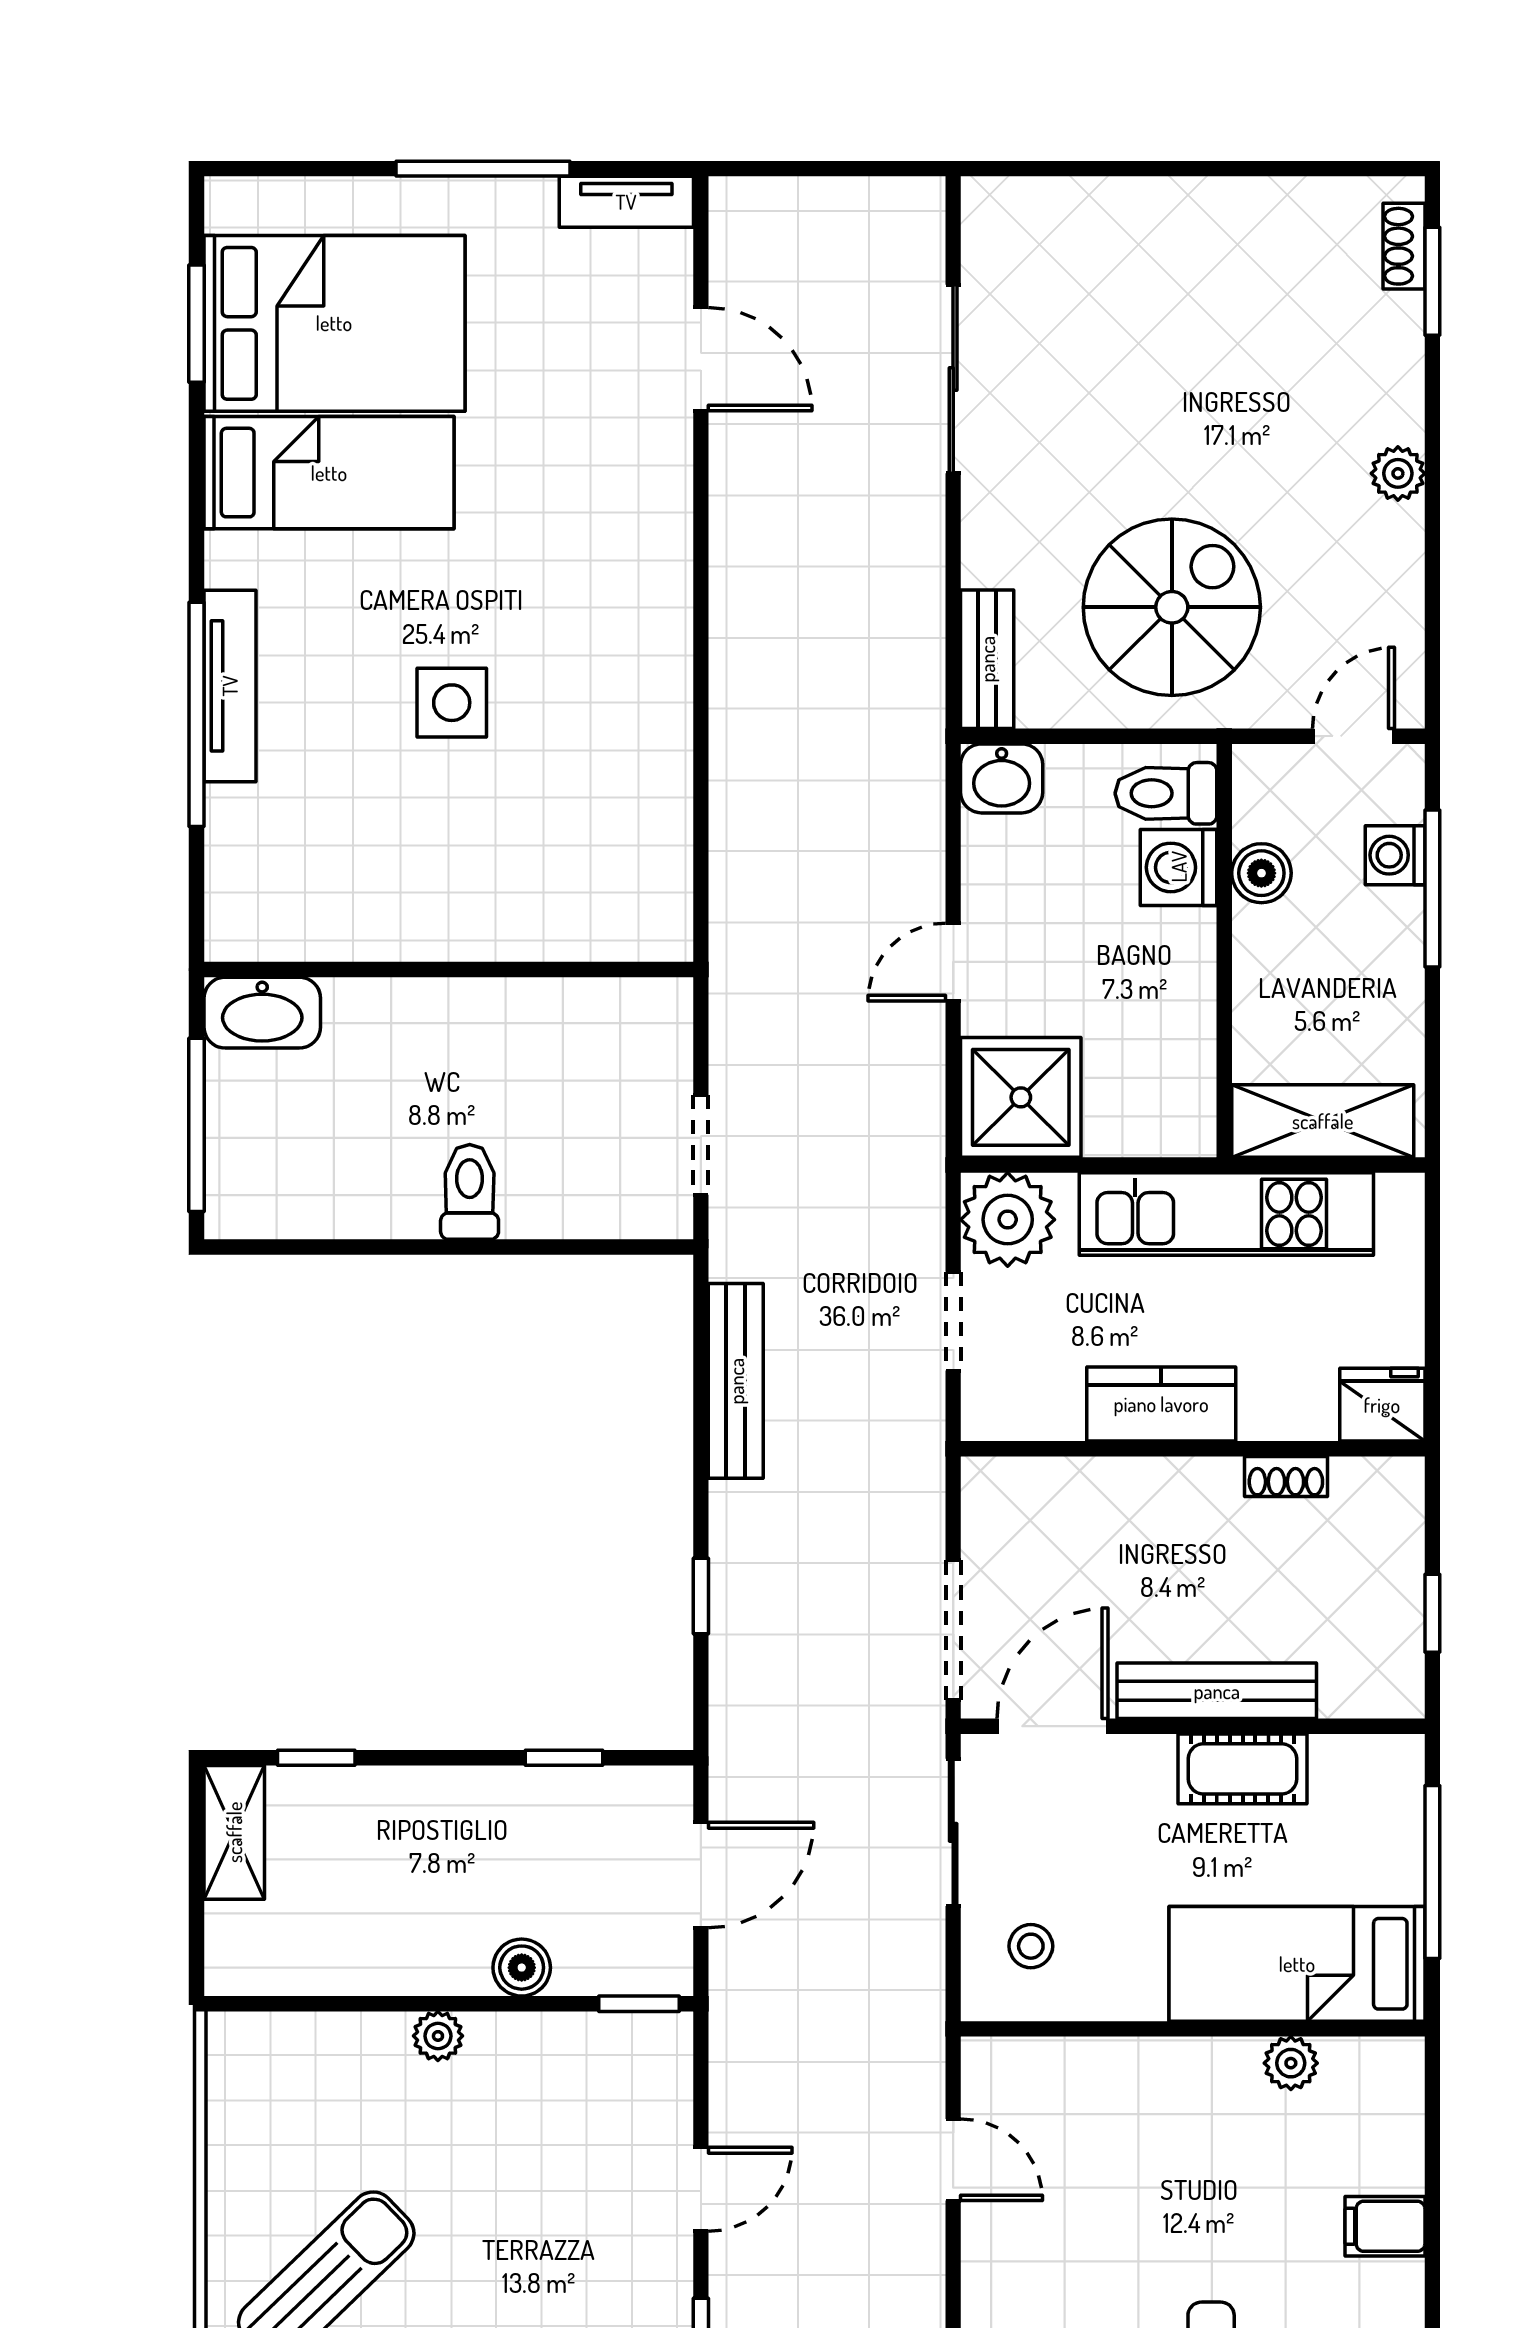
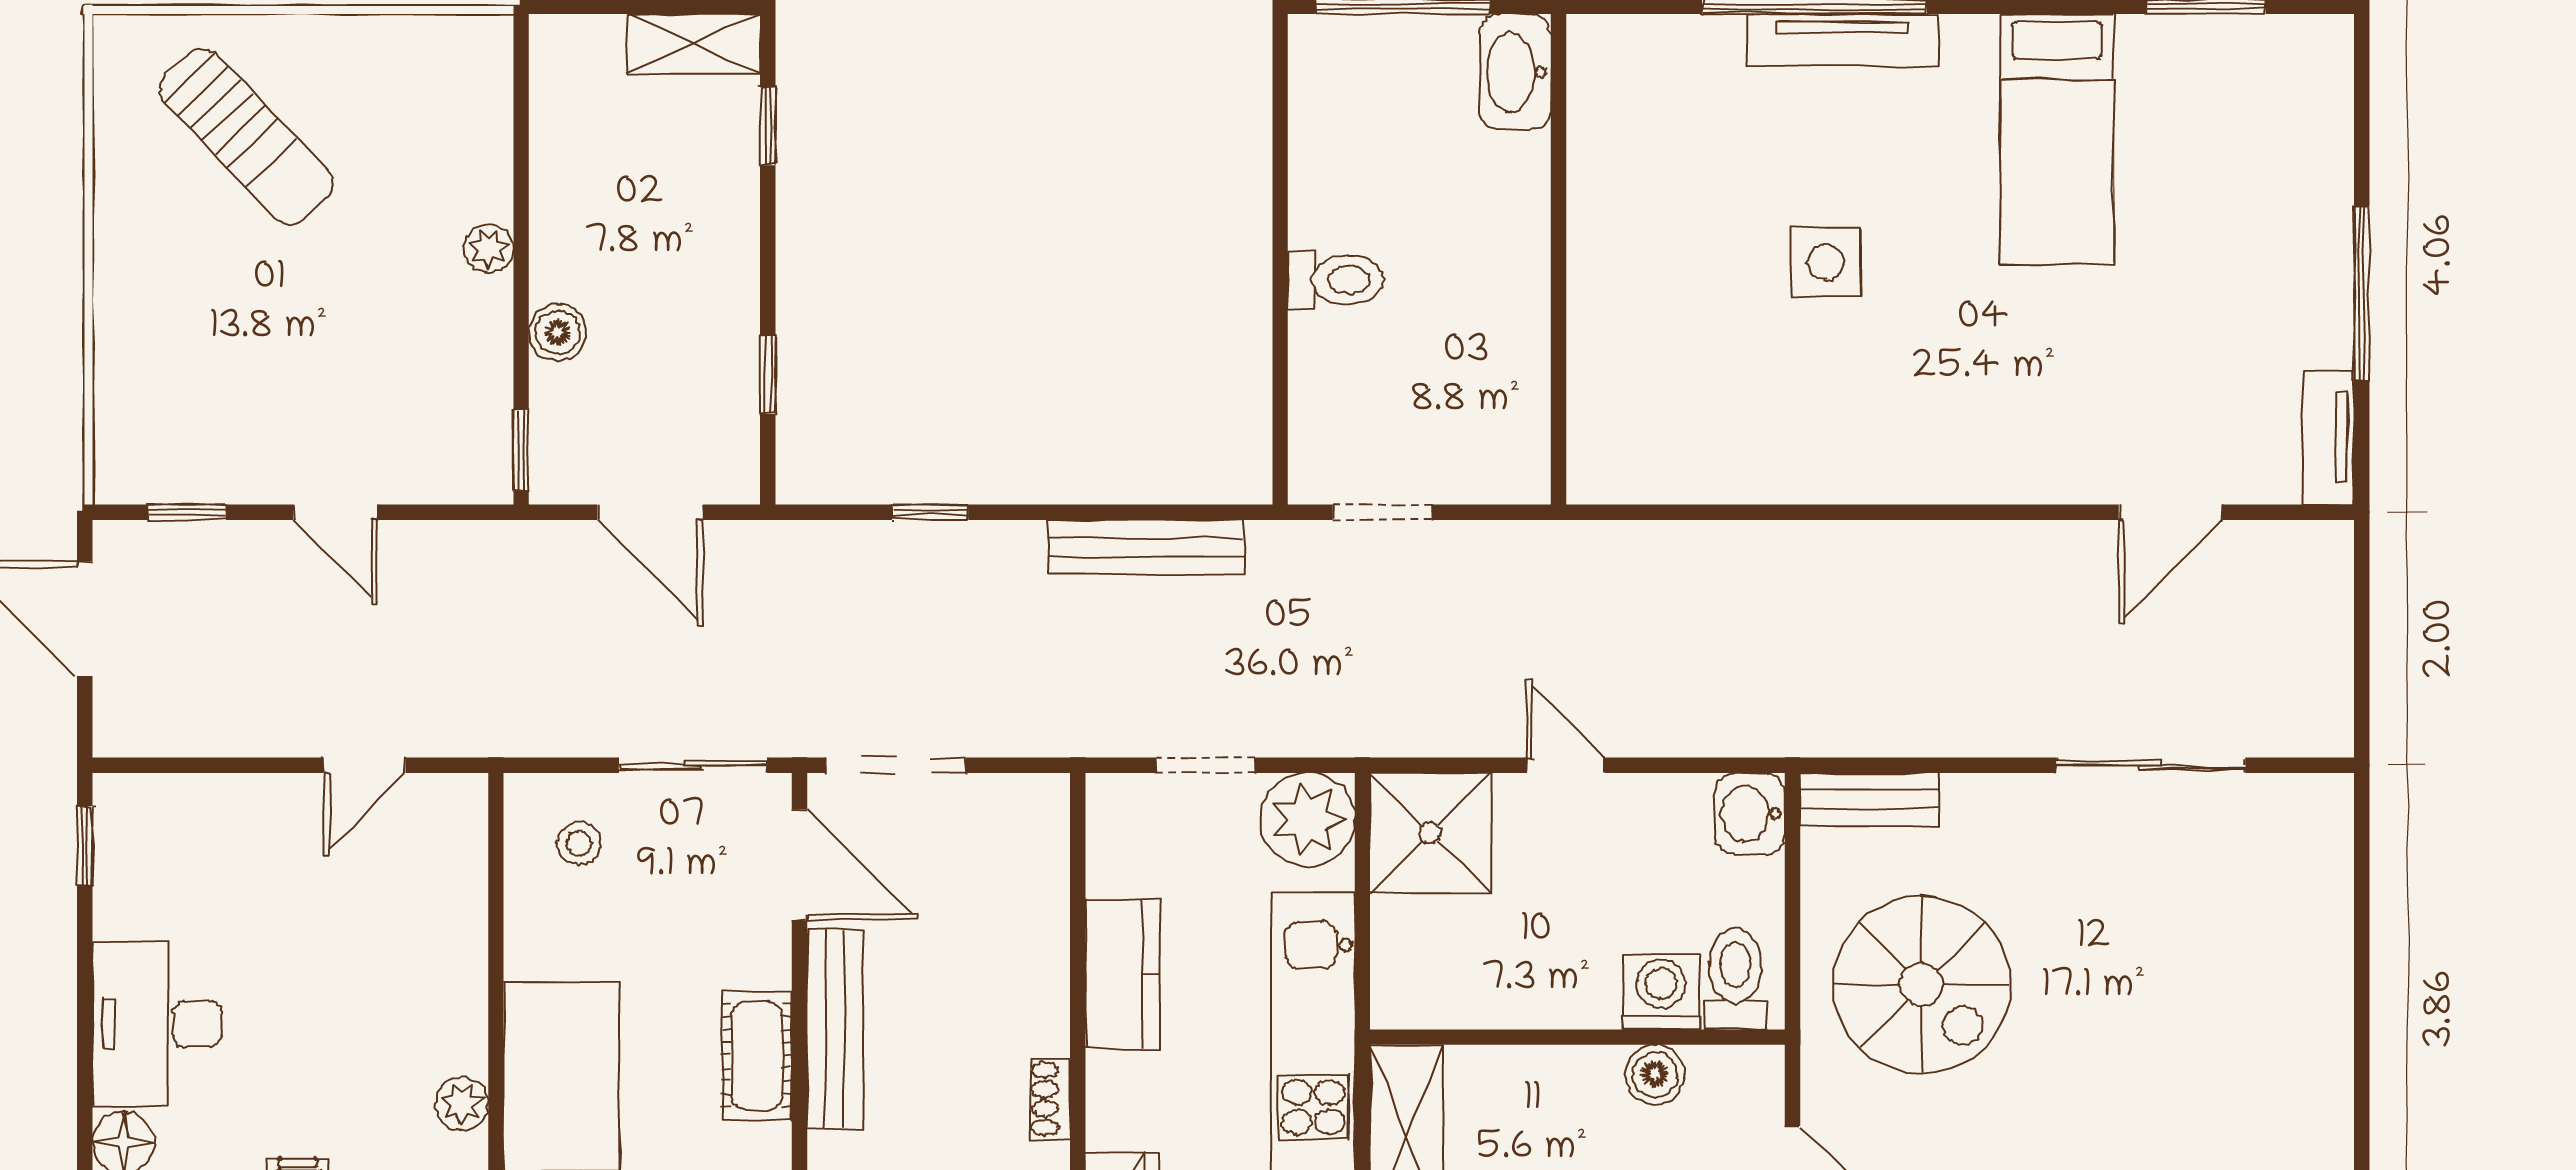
bed: (334, 323) -> (2207, 145), removed

